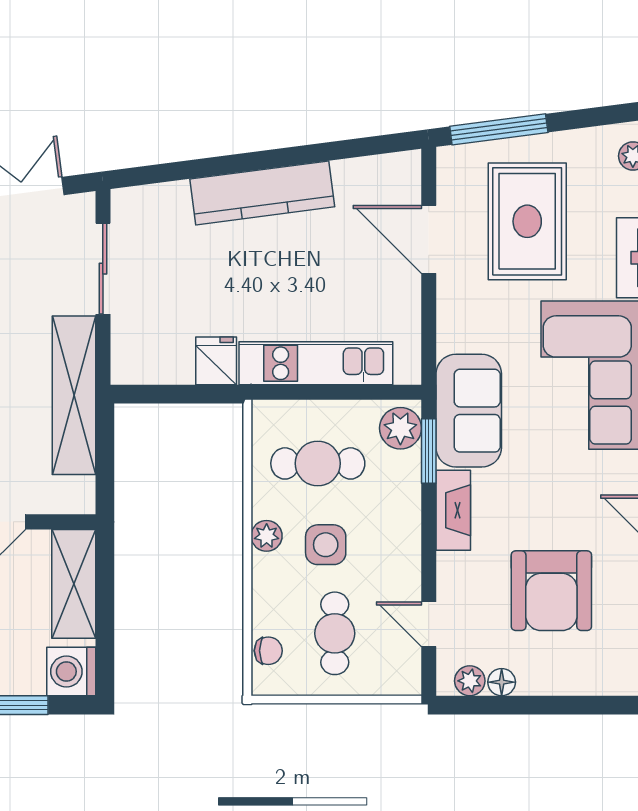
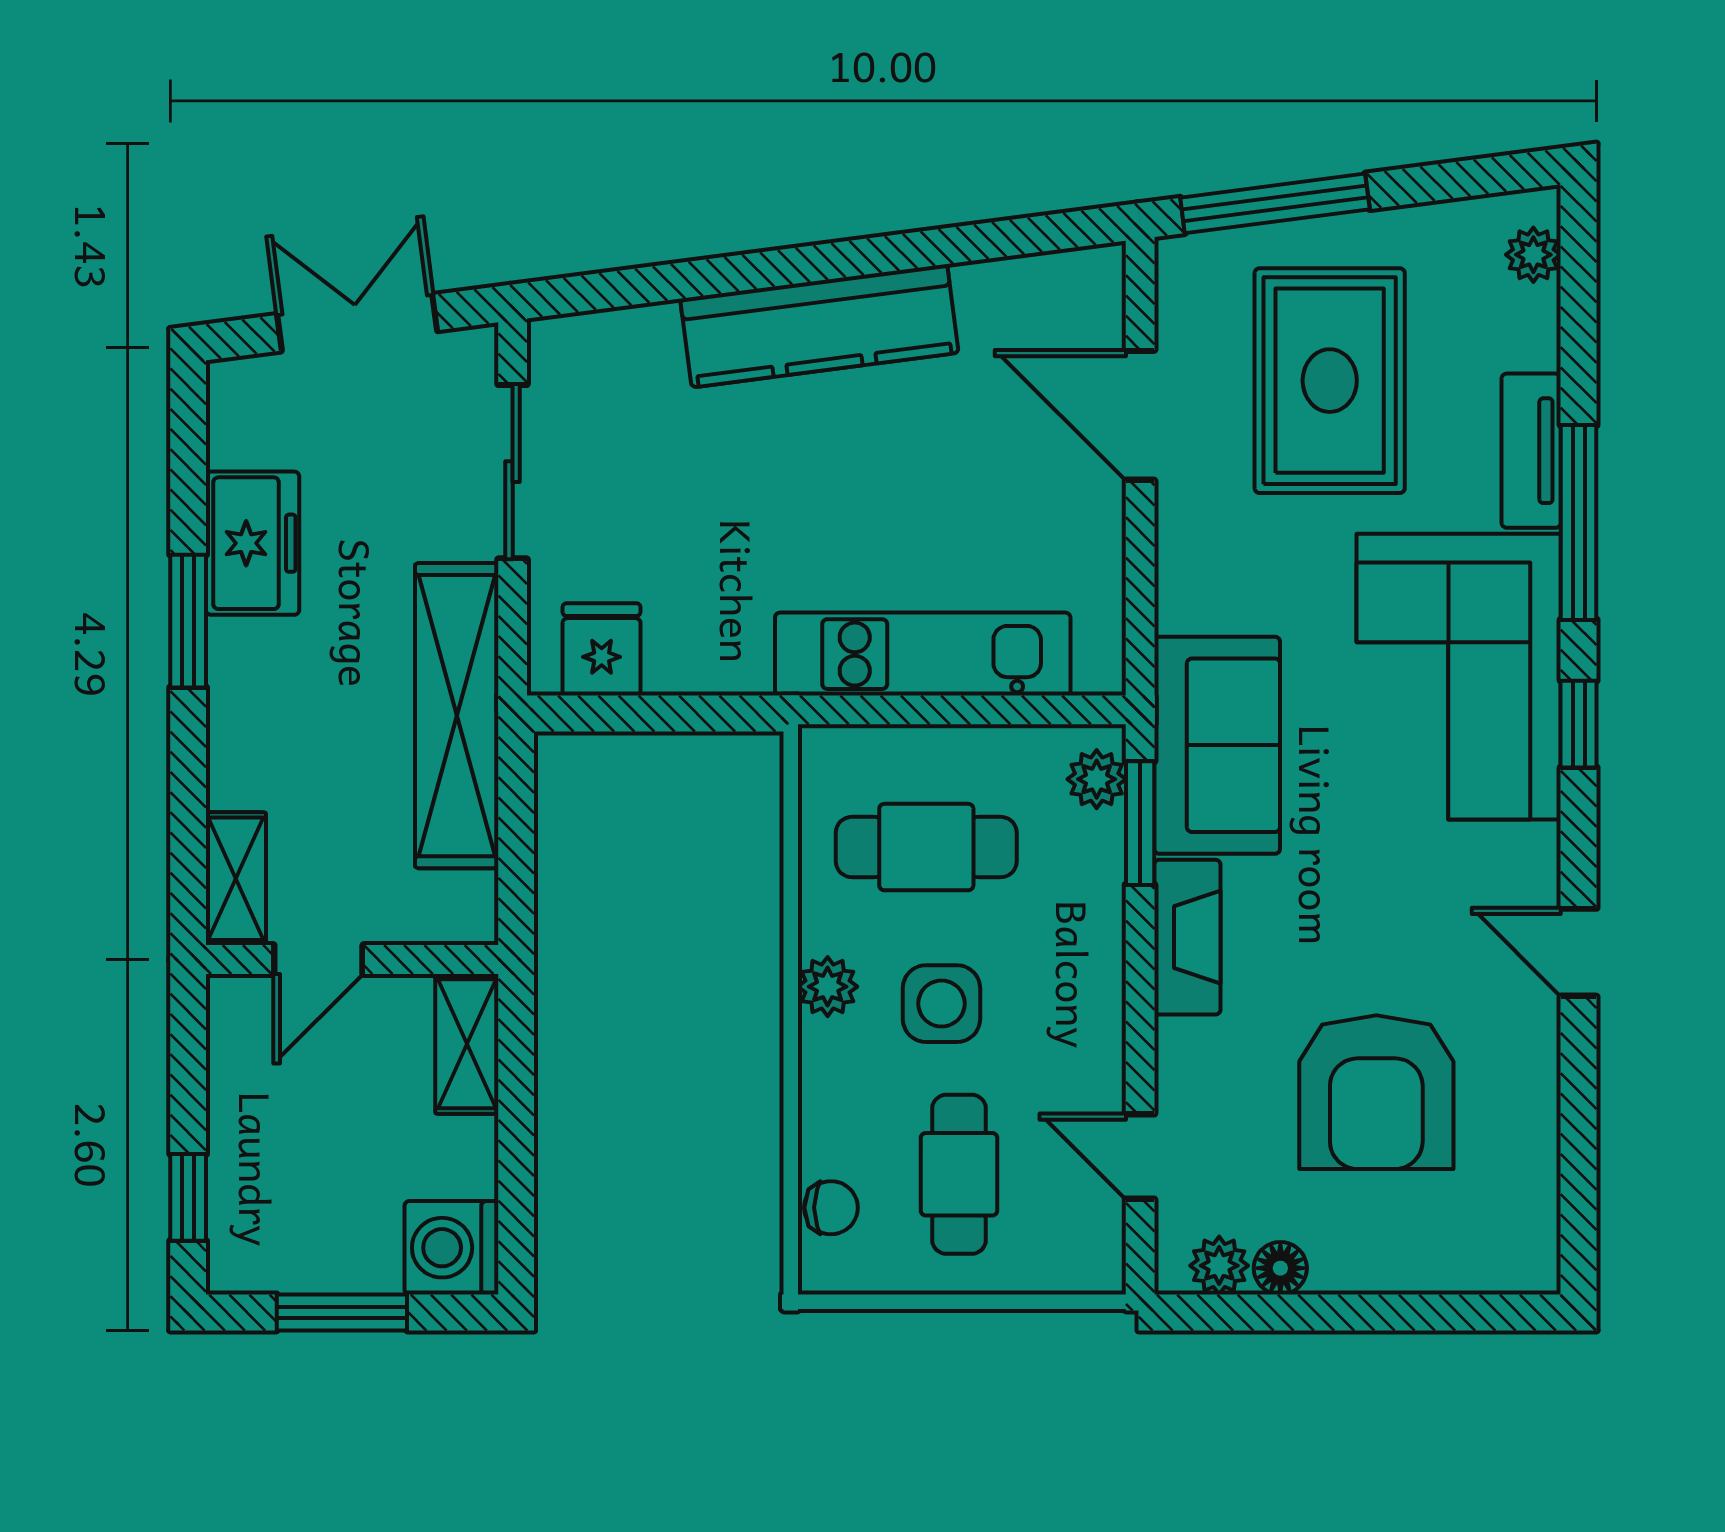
fridge: (216, 361) -> (602, 649), moved
plant: (400, 428) -> (1097, 779), width x0.73, depth x0.73
shelving: (74, 584) -> (467, 1044), width x0.67, depth x0.75

